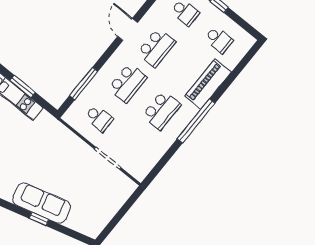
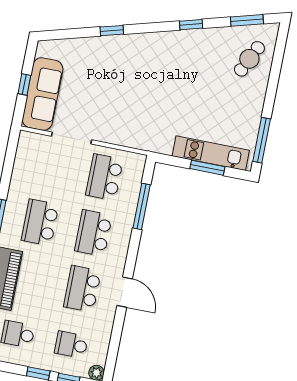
school desk: (99, 118) -> (104, 177), width x1.85
sofa: (42, 203) -> (43, 94), moved, turned -74
window: (121, 214) -> (24, 84), added

